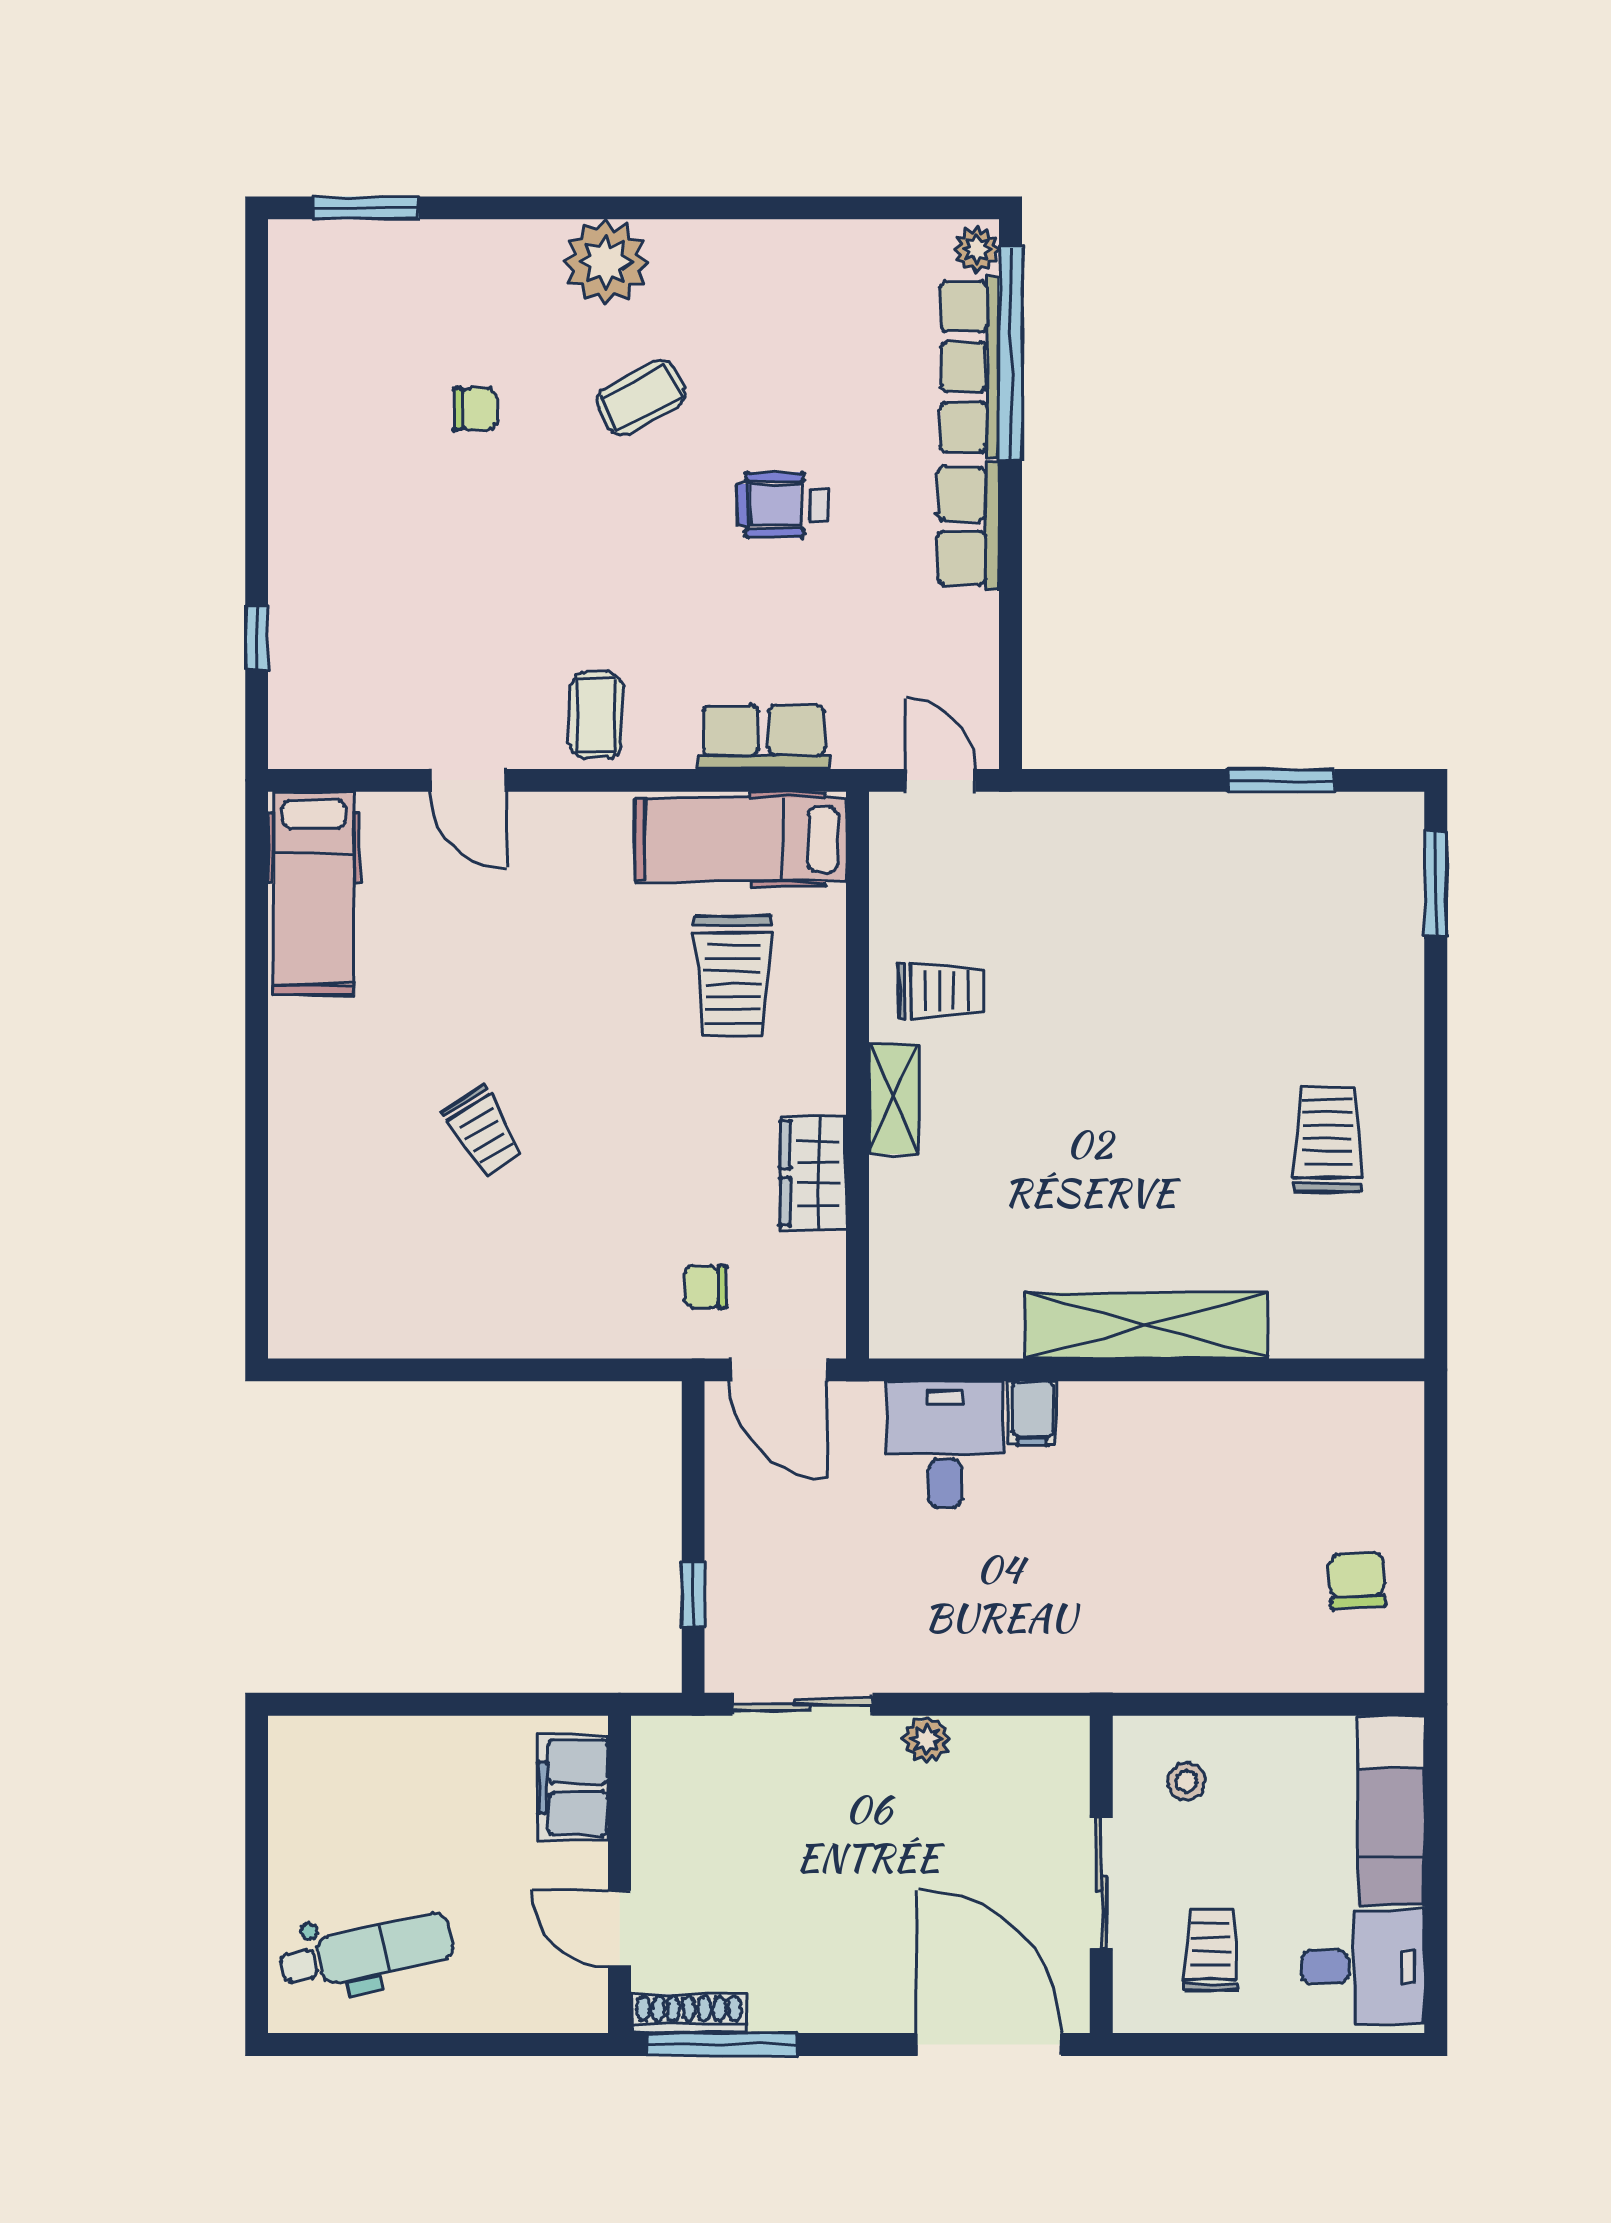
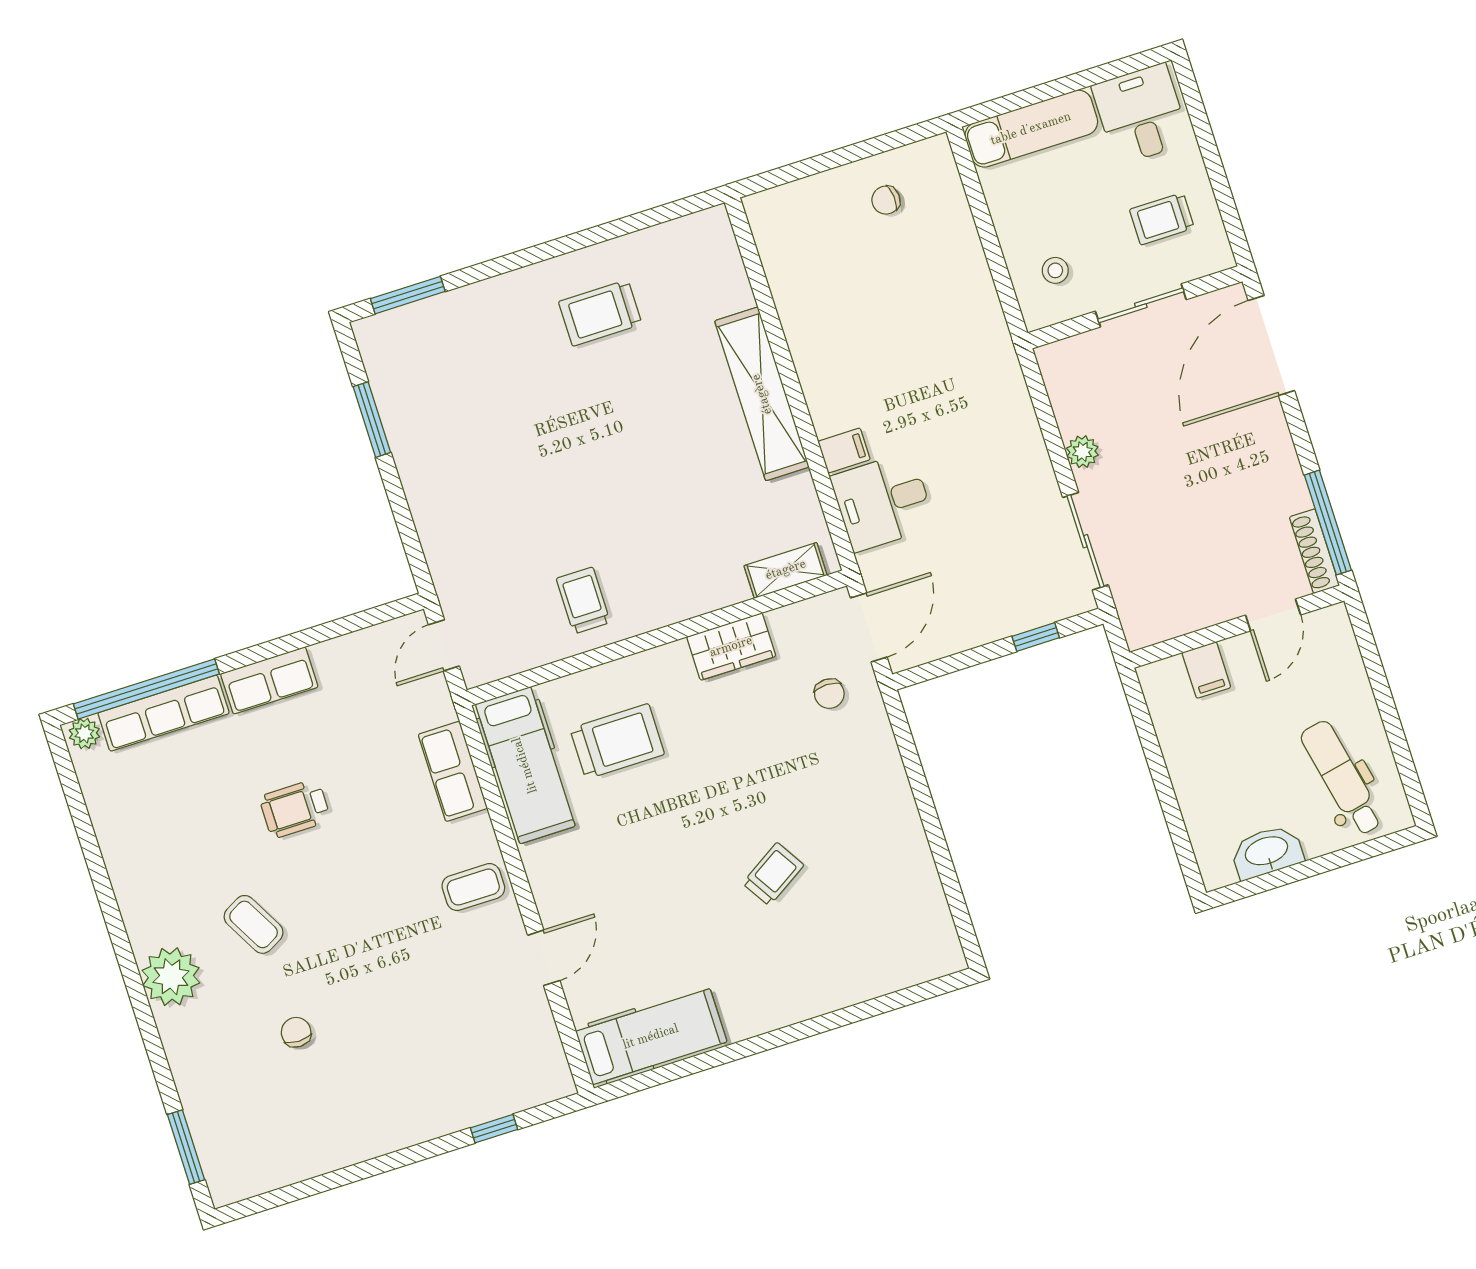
wheelchair: (782, 505) -> (295, 809), turned 90
shelving: (894, 1099) -> (786, 570), moved
chair: (1357, 1580) -> (886, 200), width x0.73, depth x0.73
filing cabinet: (573, 1788) -> (1206, 670), width x0.50
washbasin: (298, 1817) -> (1267, 852), added

